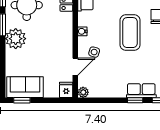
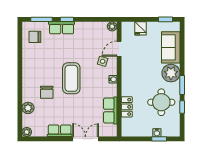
sofa: (25, 87) -> (171, 47), moved, turned 90
fridge: (66, 90) -> (140, 28), moved

